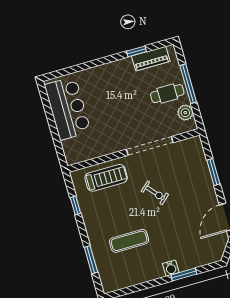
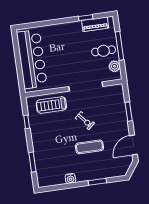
bar counter: (68, 108) -> (32, 59), width x1.36
treadmill: (106, 178) -> (51, 105), turned 180
exercise mat: (129, 241) -> (89, 147), moved
water cooler: (171, 268) -> (70, 178), moved

